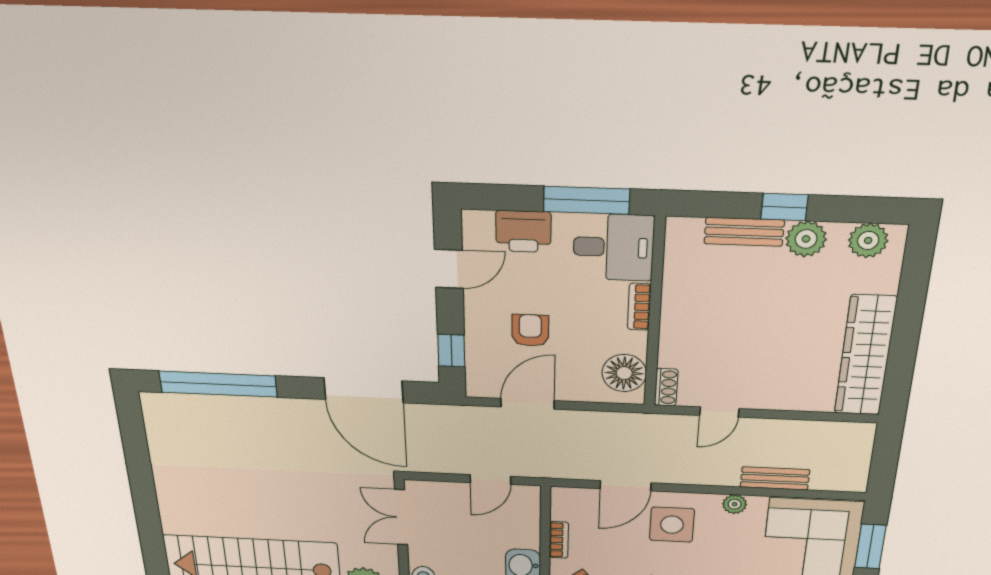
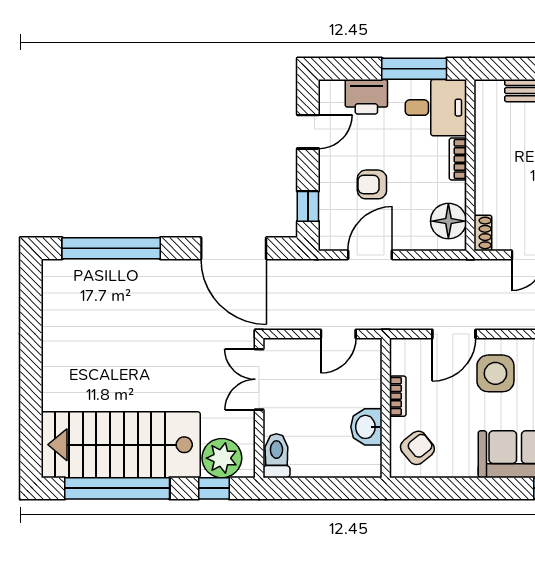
armchair: (530, 330) -> (372, 184), turned -90

